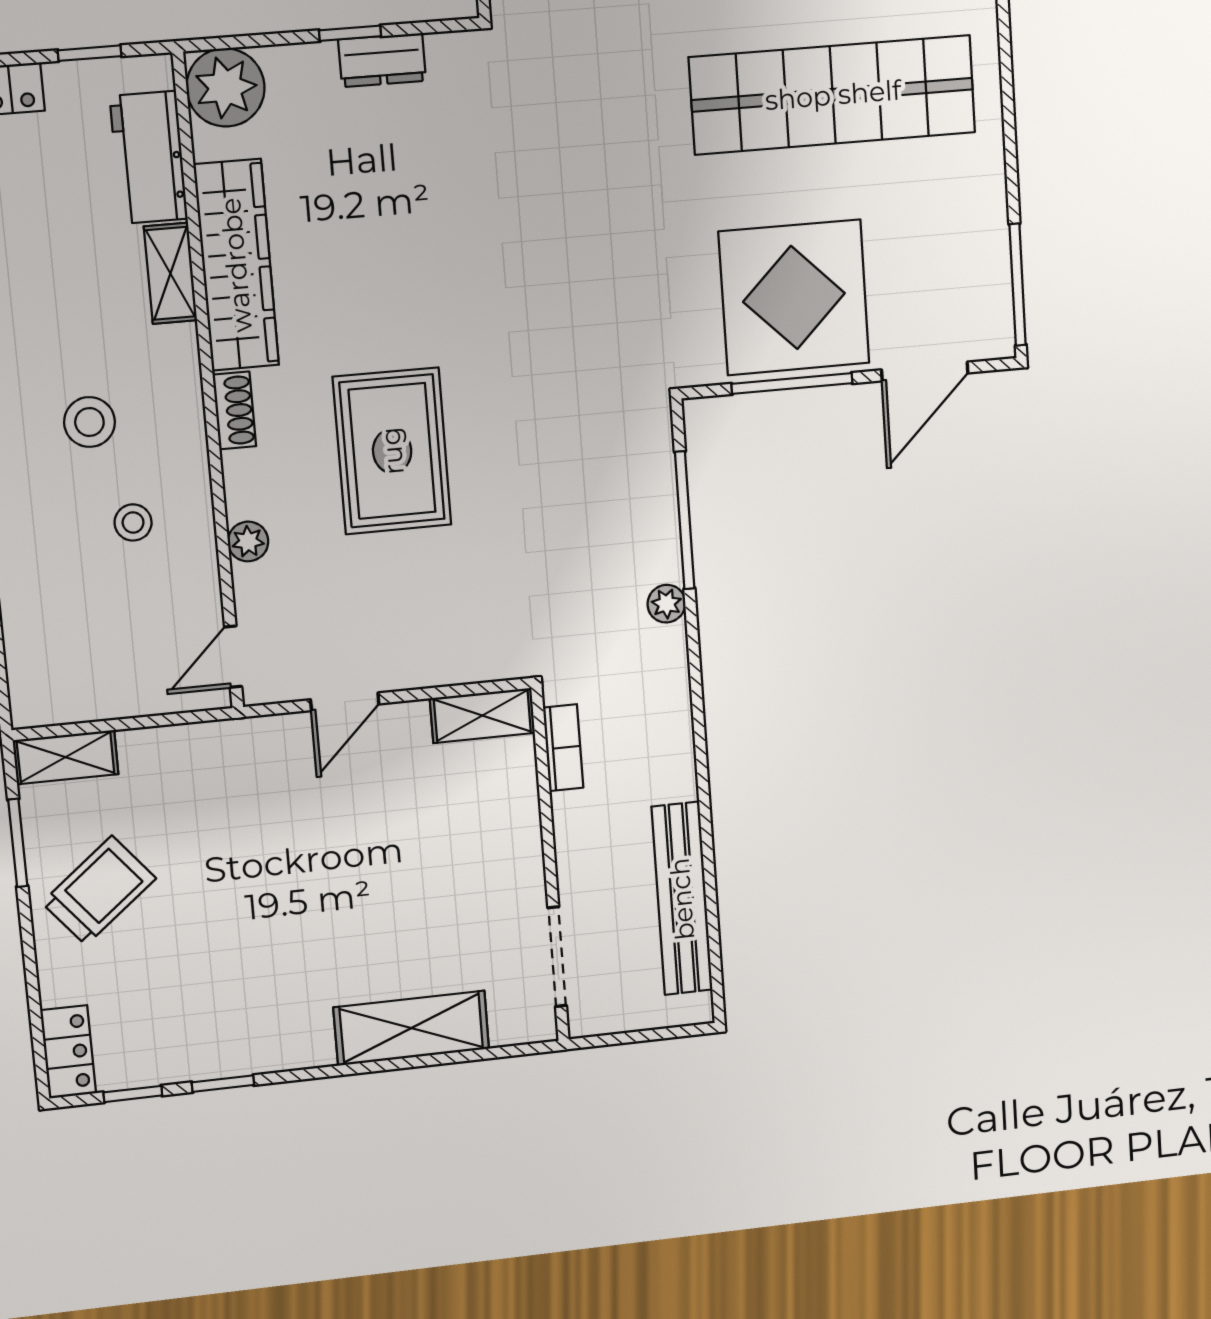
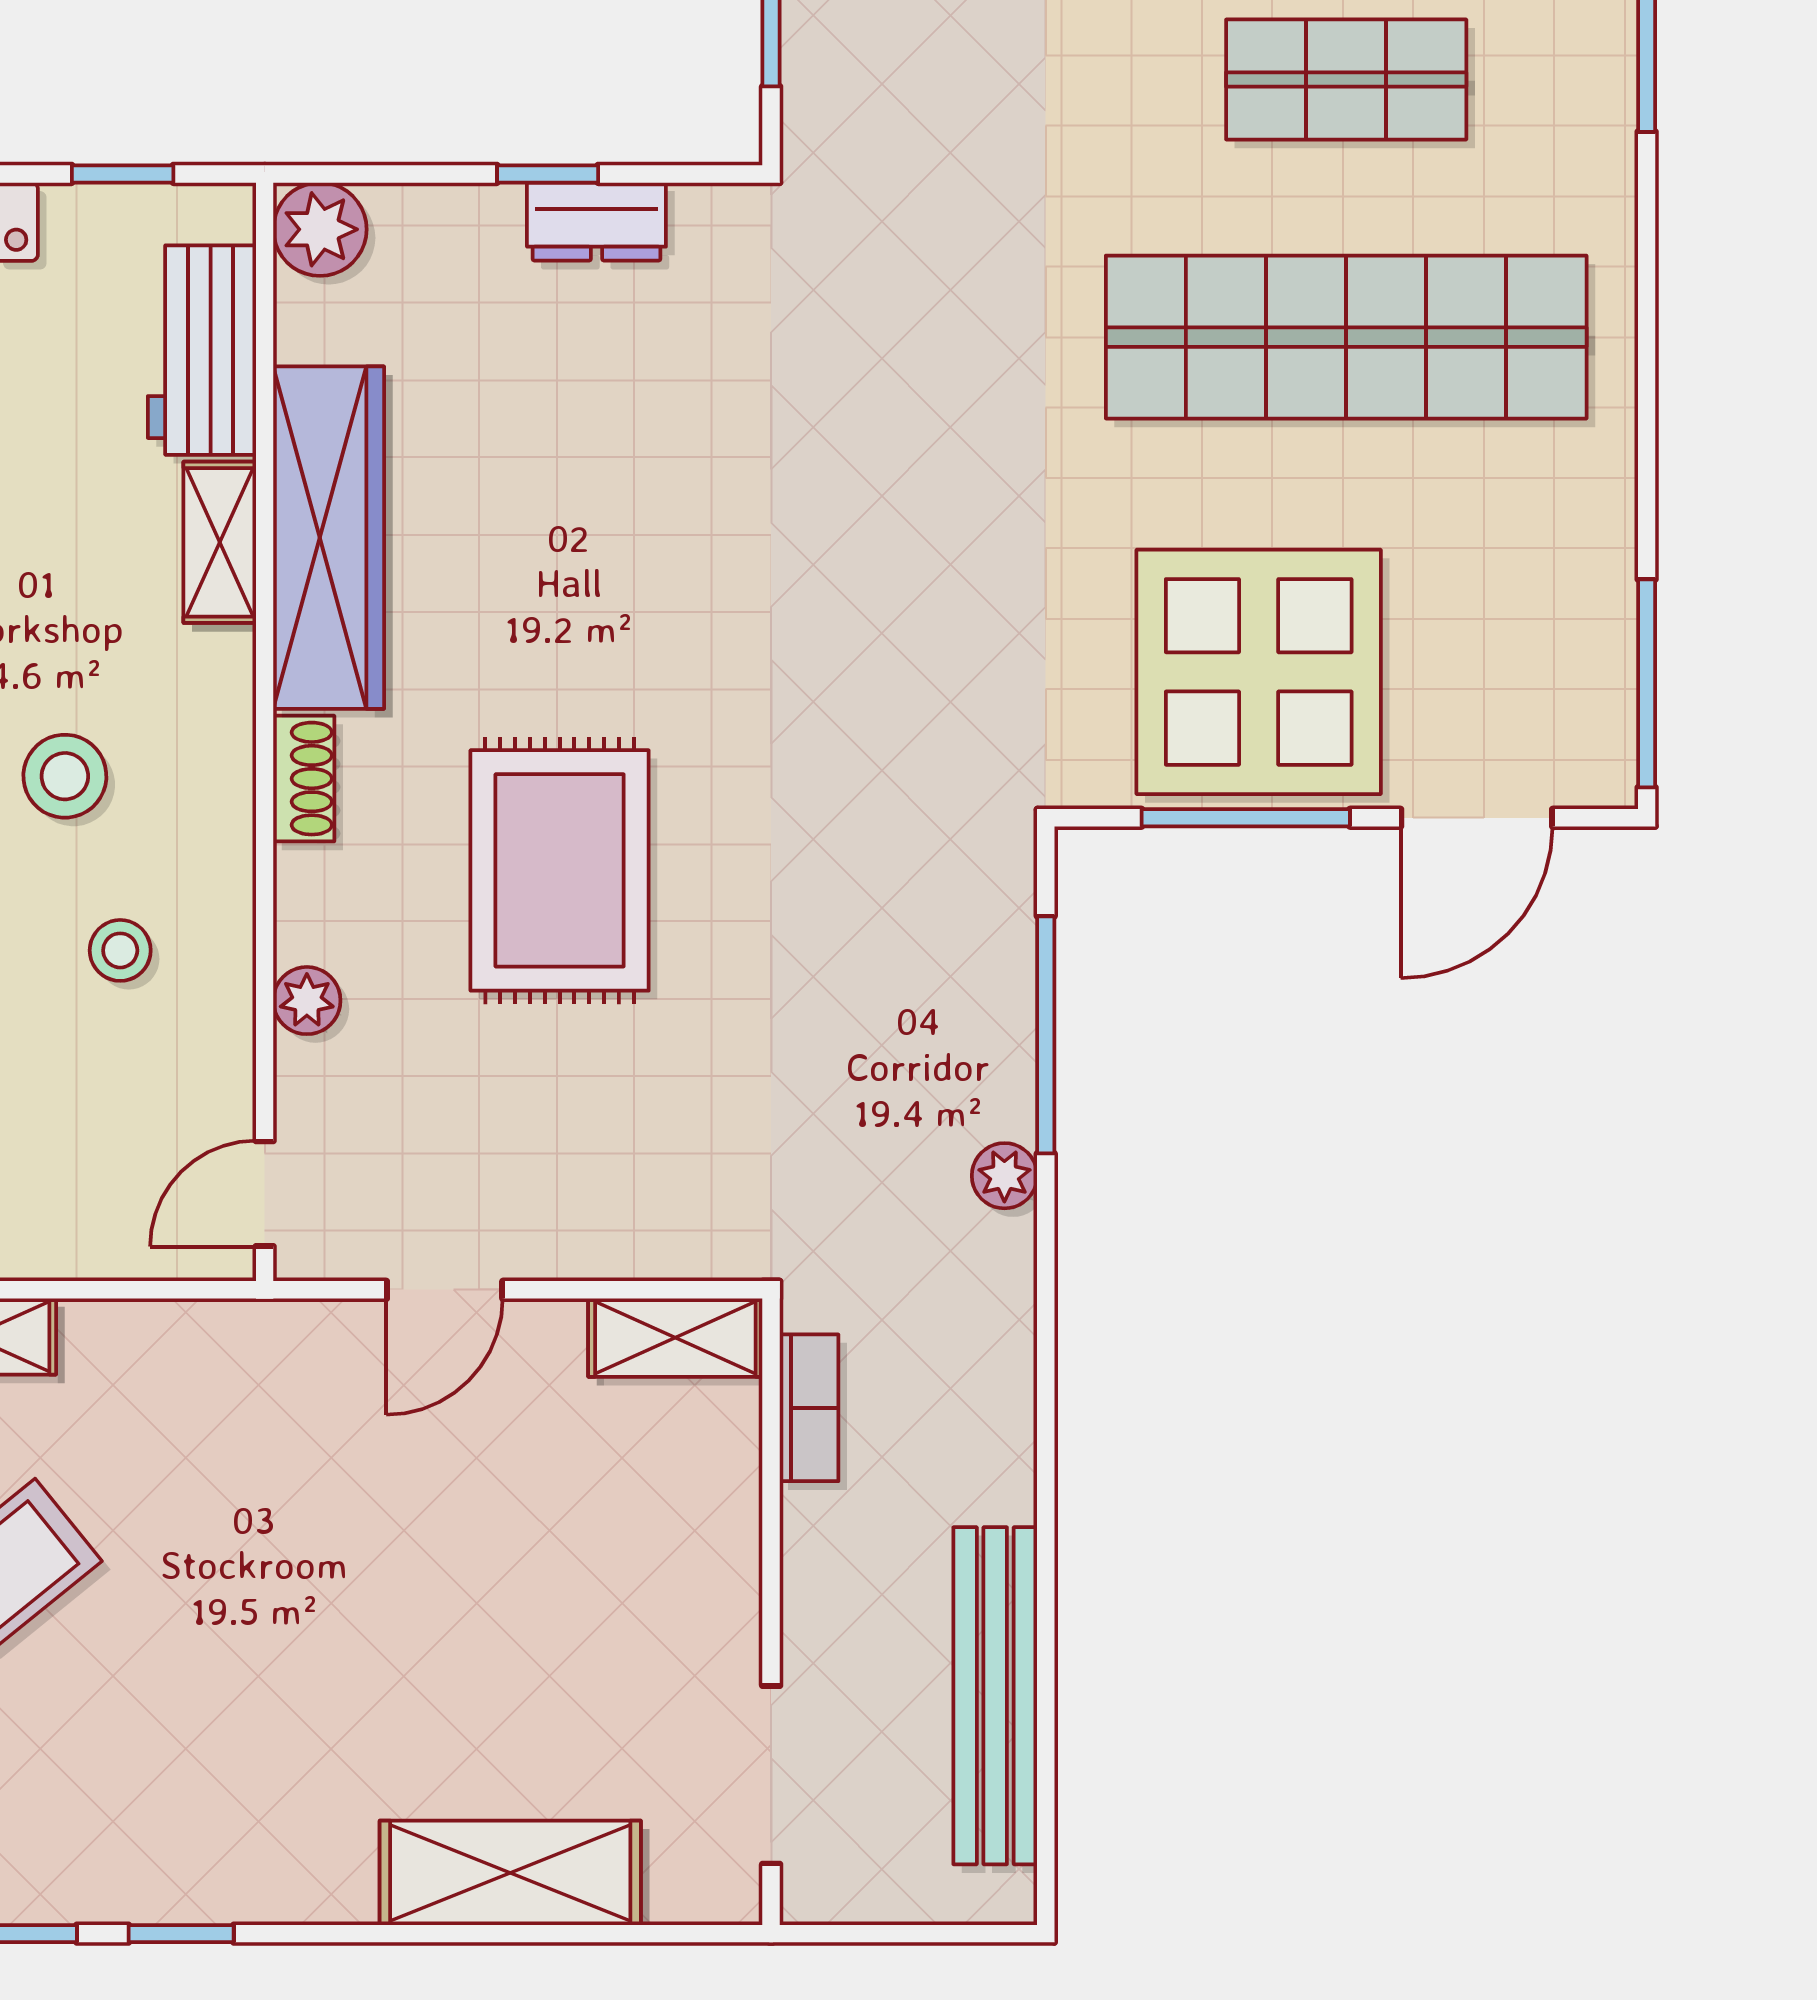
plant: (226, 87) -> (320, 229), width x0.73, depth x0.73

